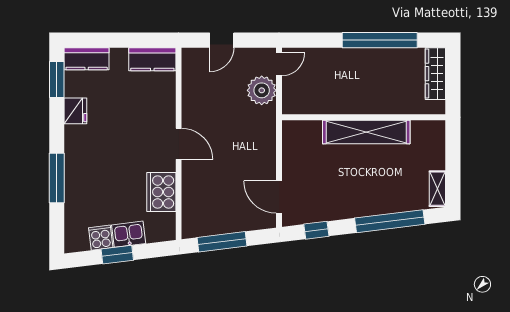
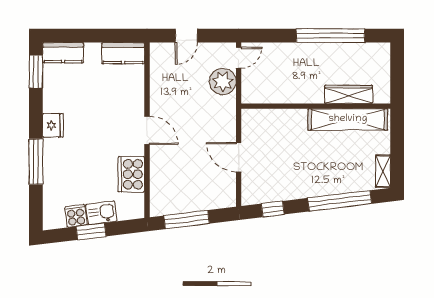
wardrobe: (435, 74) -> (349, 94), moved, turned 90
fridge: (75, 111) -> (53, 125), moved
shelving: (366, 132) -> (348, 119), moved
door: (279, 197) -> (239, 157), moved

